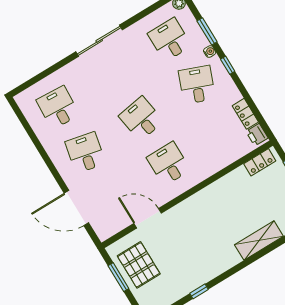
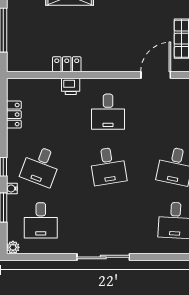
printer: (257, 135) -> (71, 86), moved, turned 90
locker: (260, 162) -> (67, 64), moved
door: (148, 218) -> (156, 75), swing flipped

